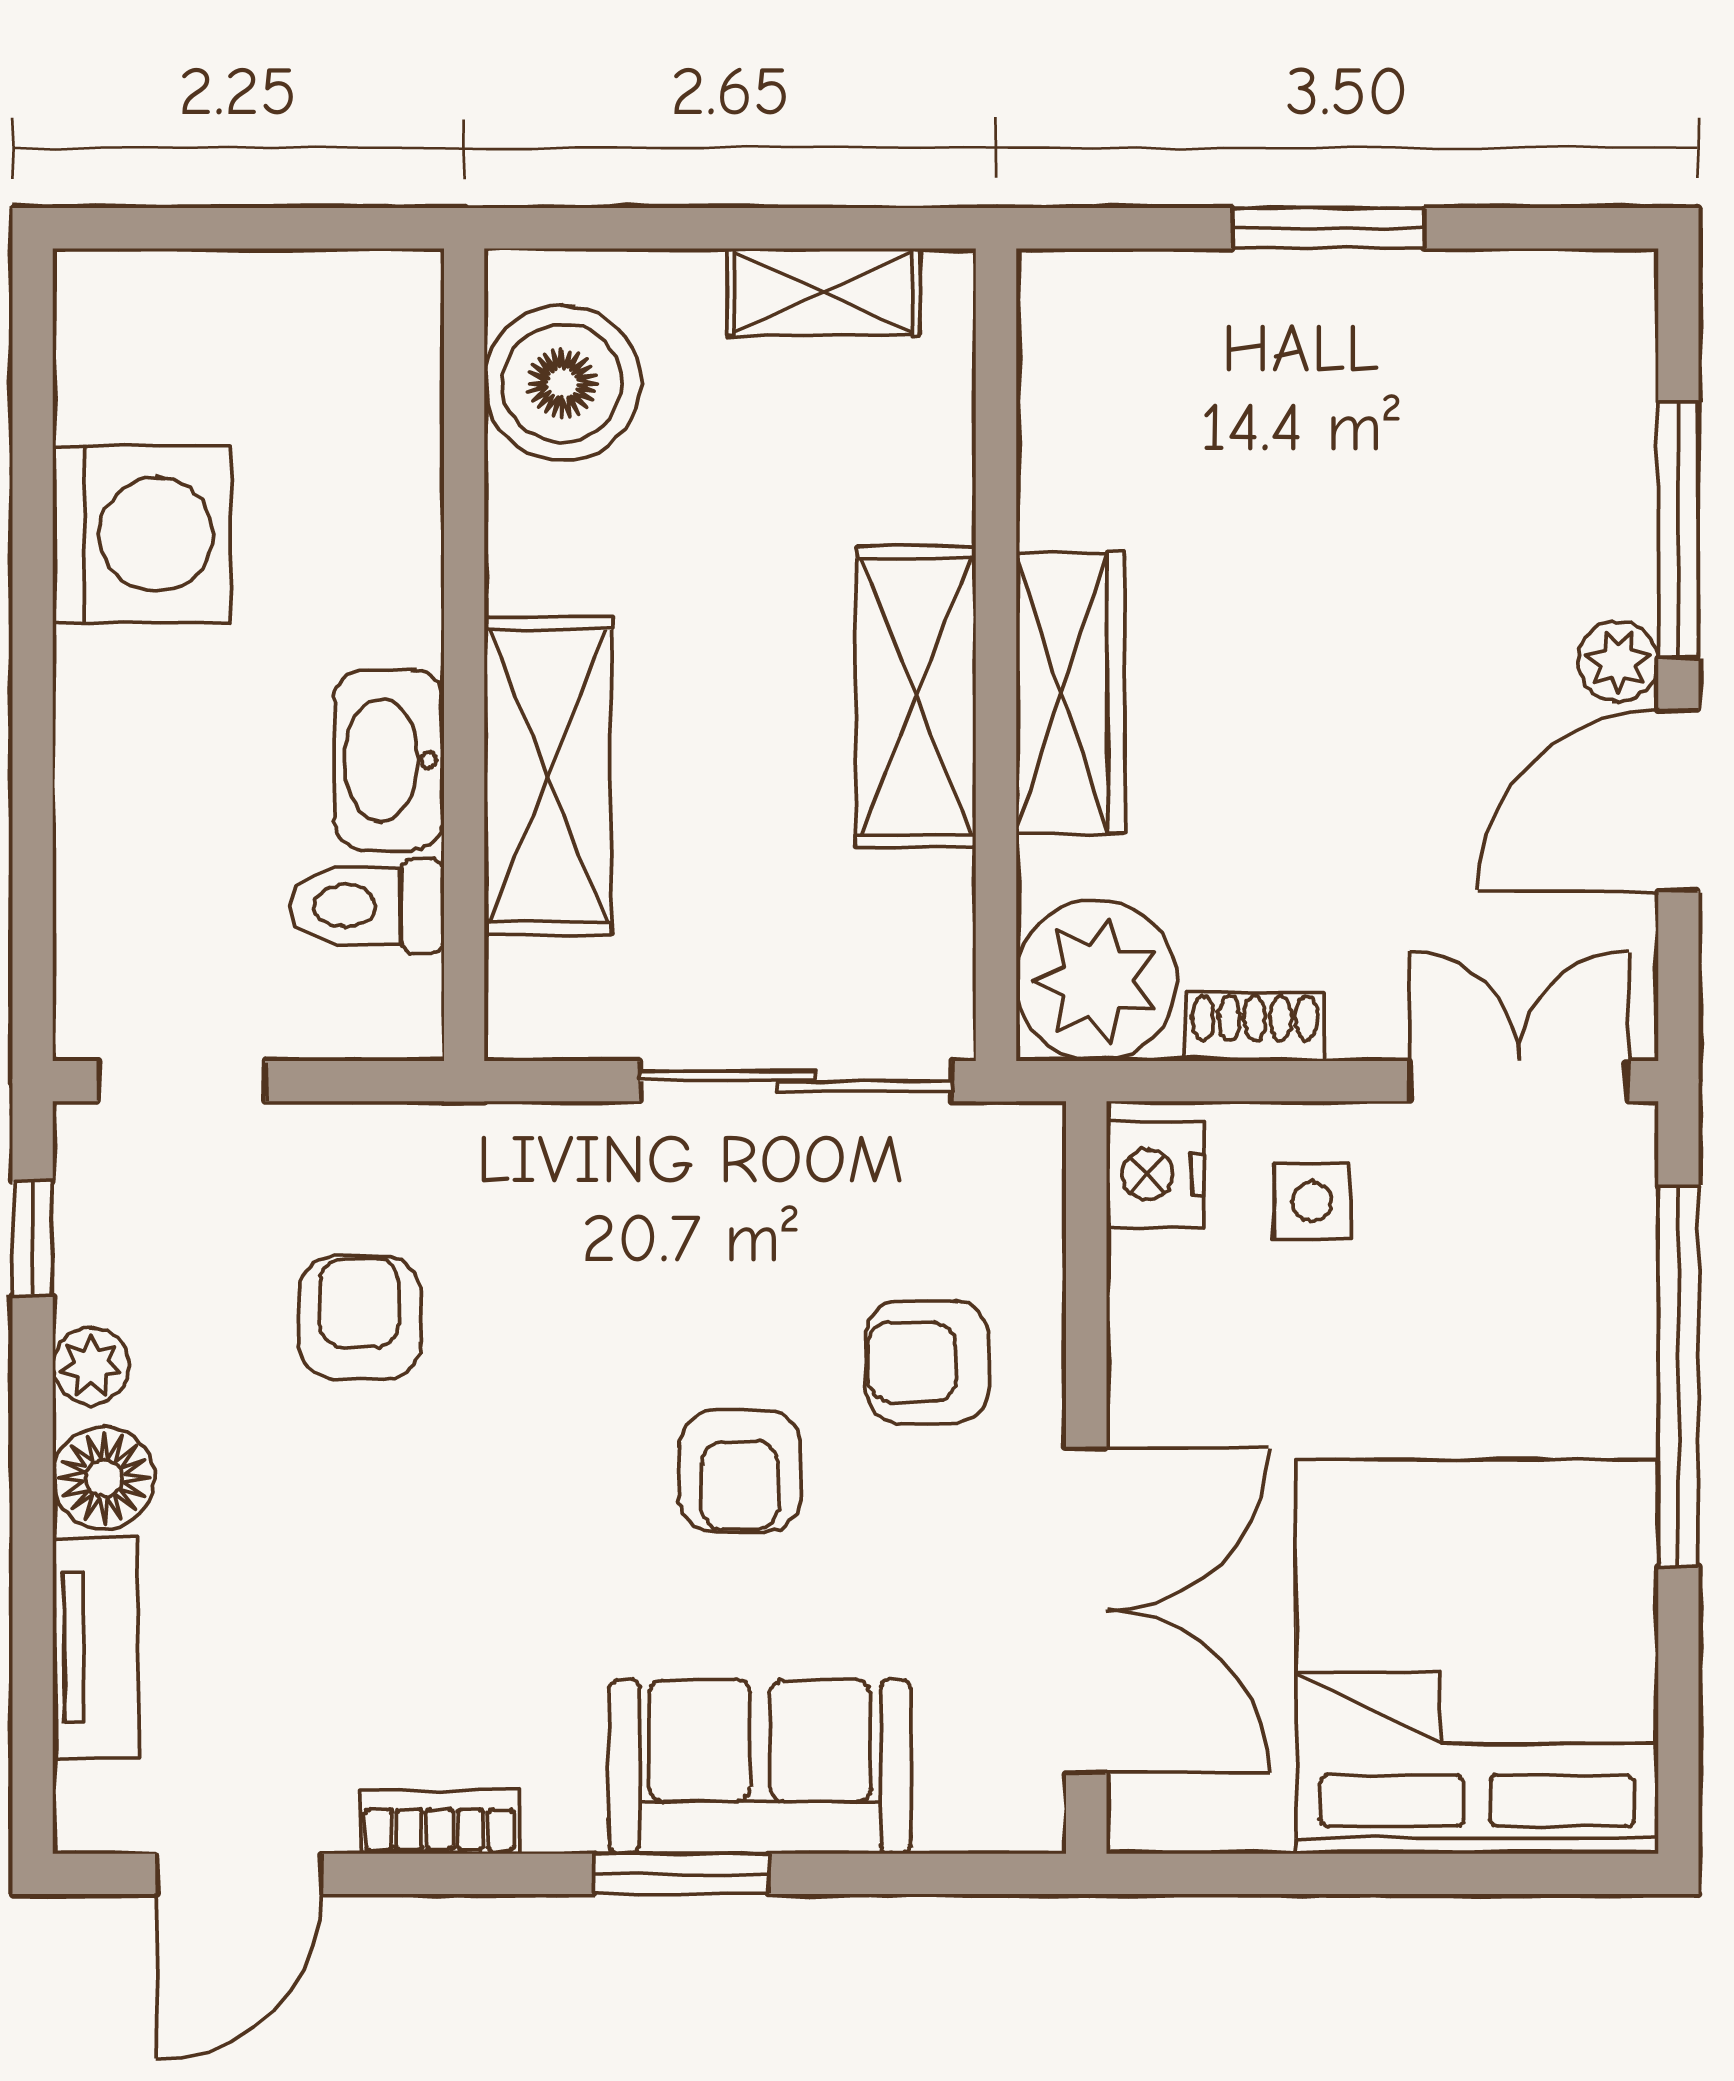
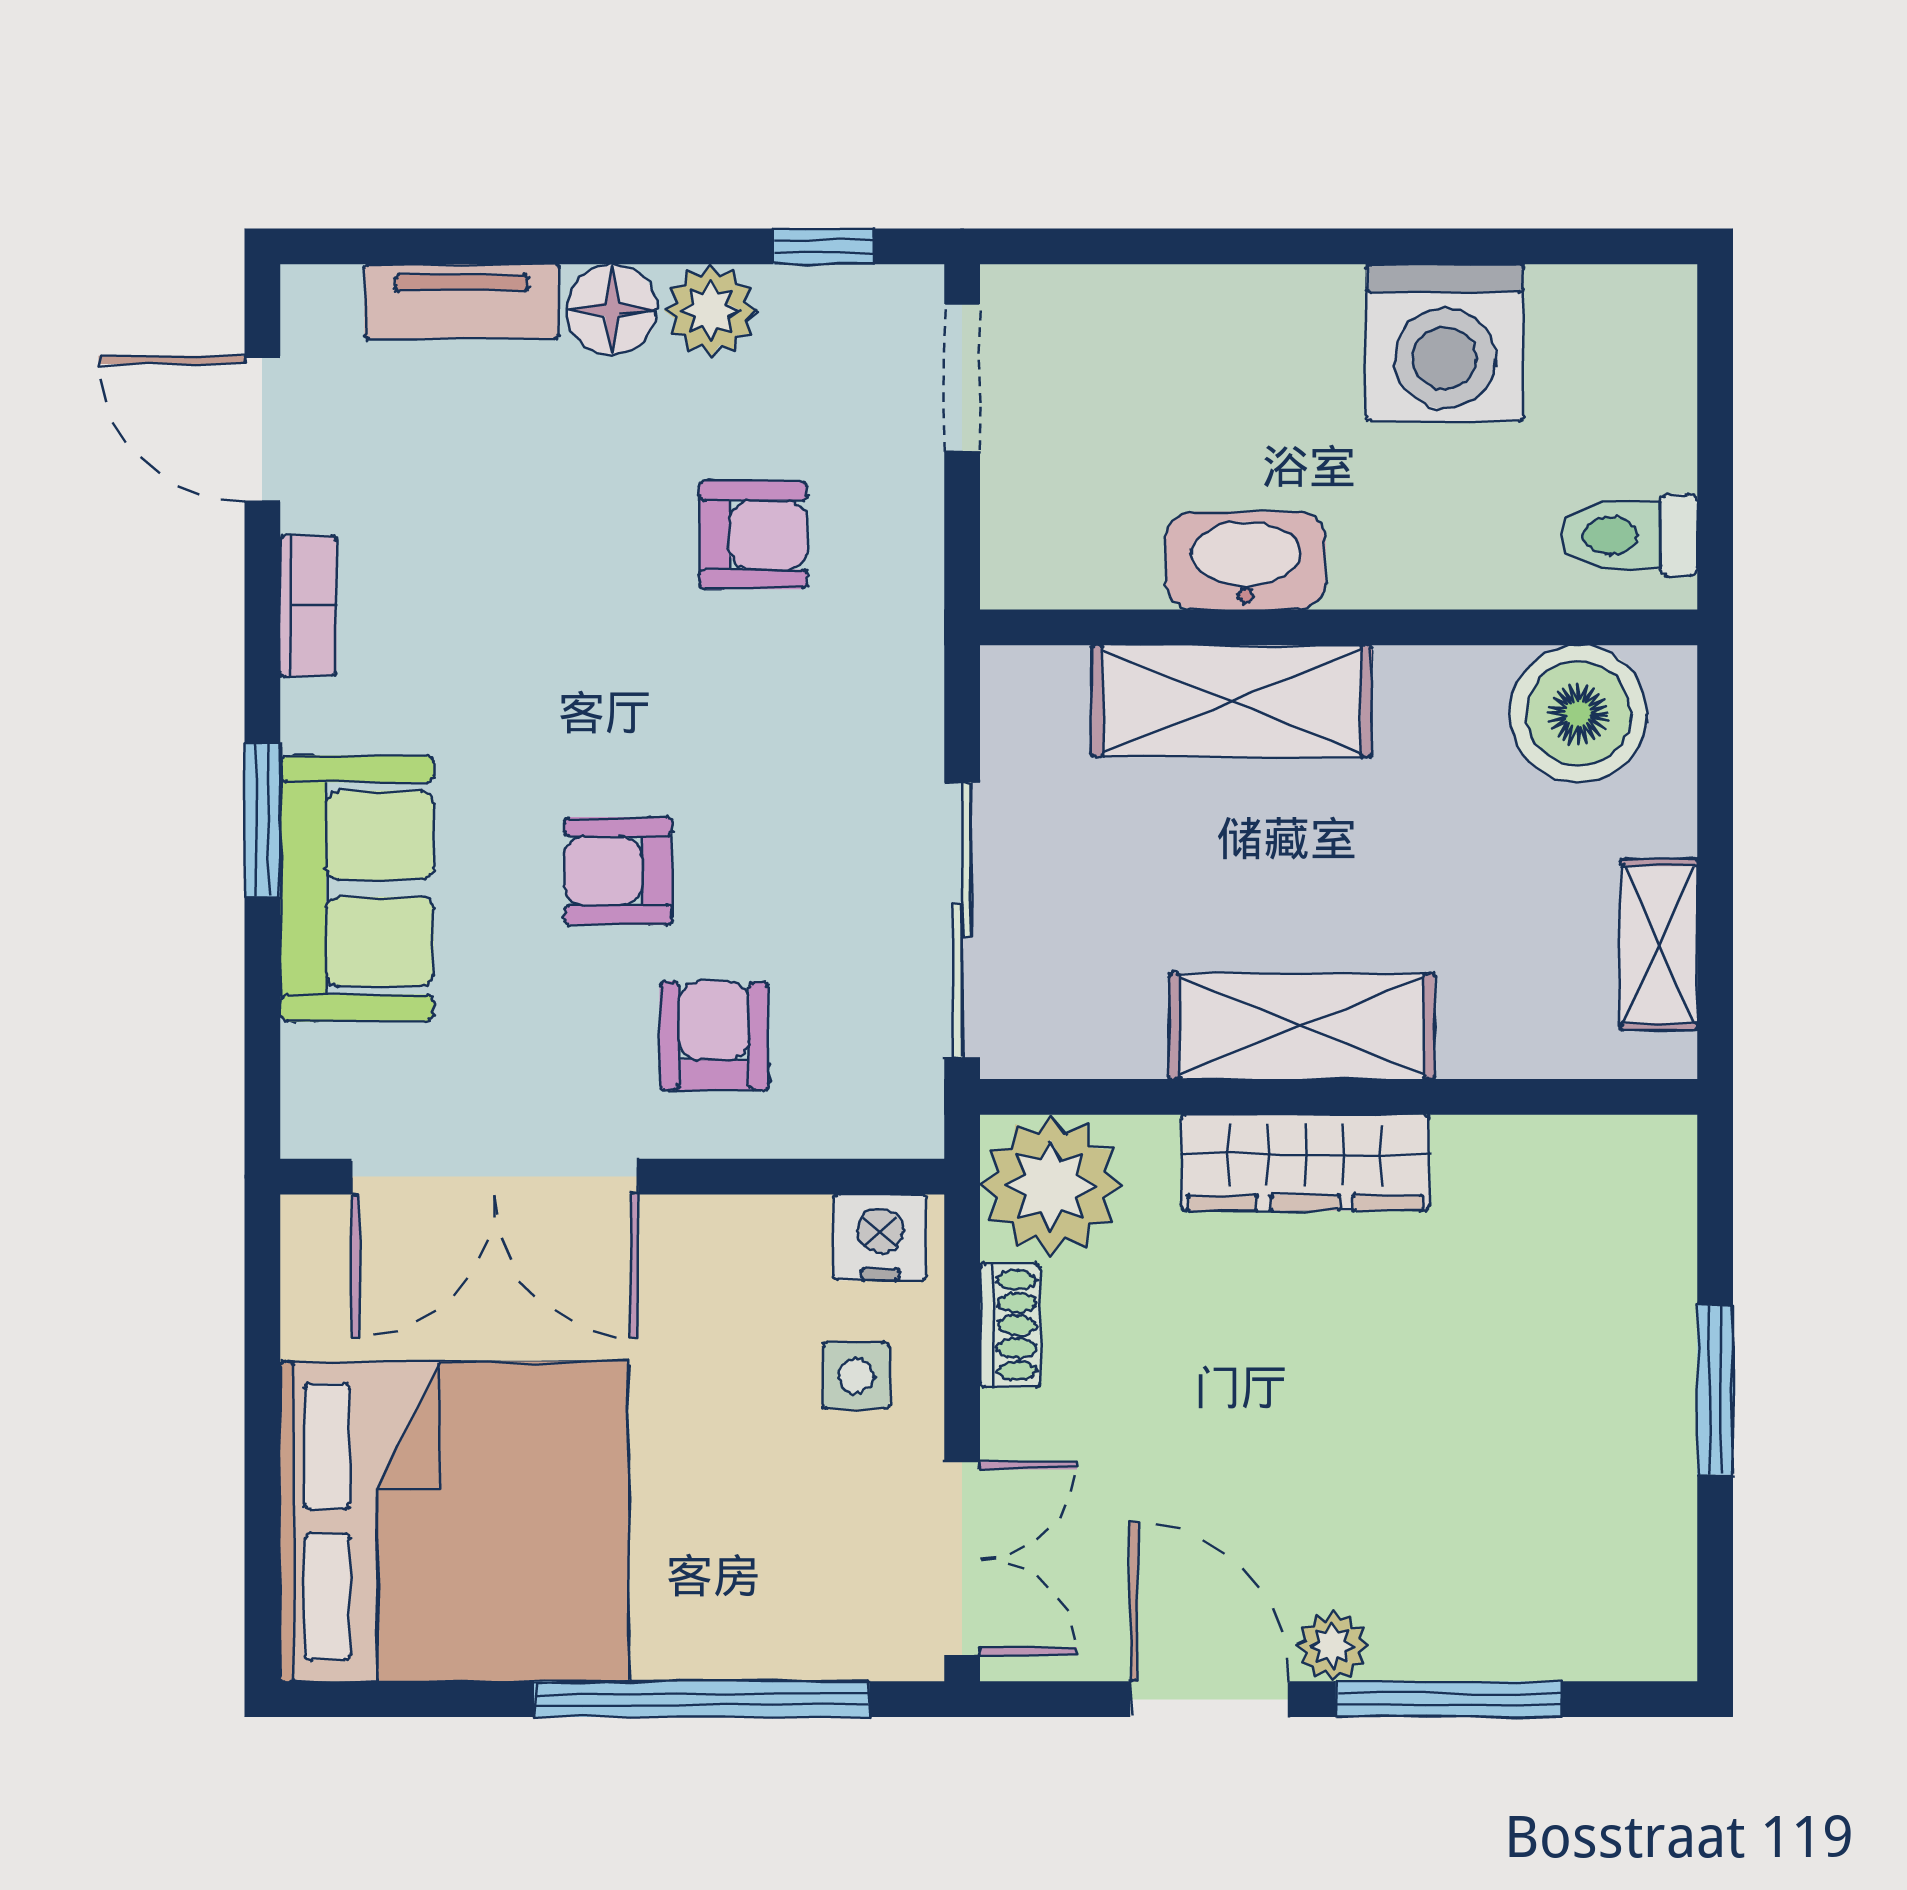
toilet: (367, 906) -> (1629, 536), moved, turned -90
plant: (91, 1366) -> (711, 311), width x1.38, depth x1.38

